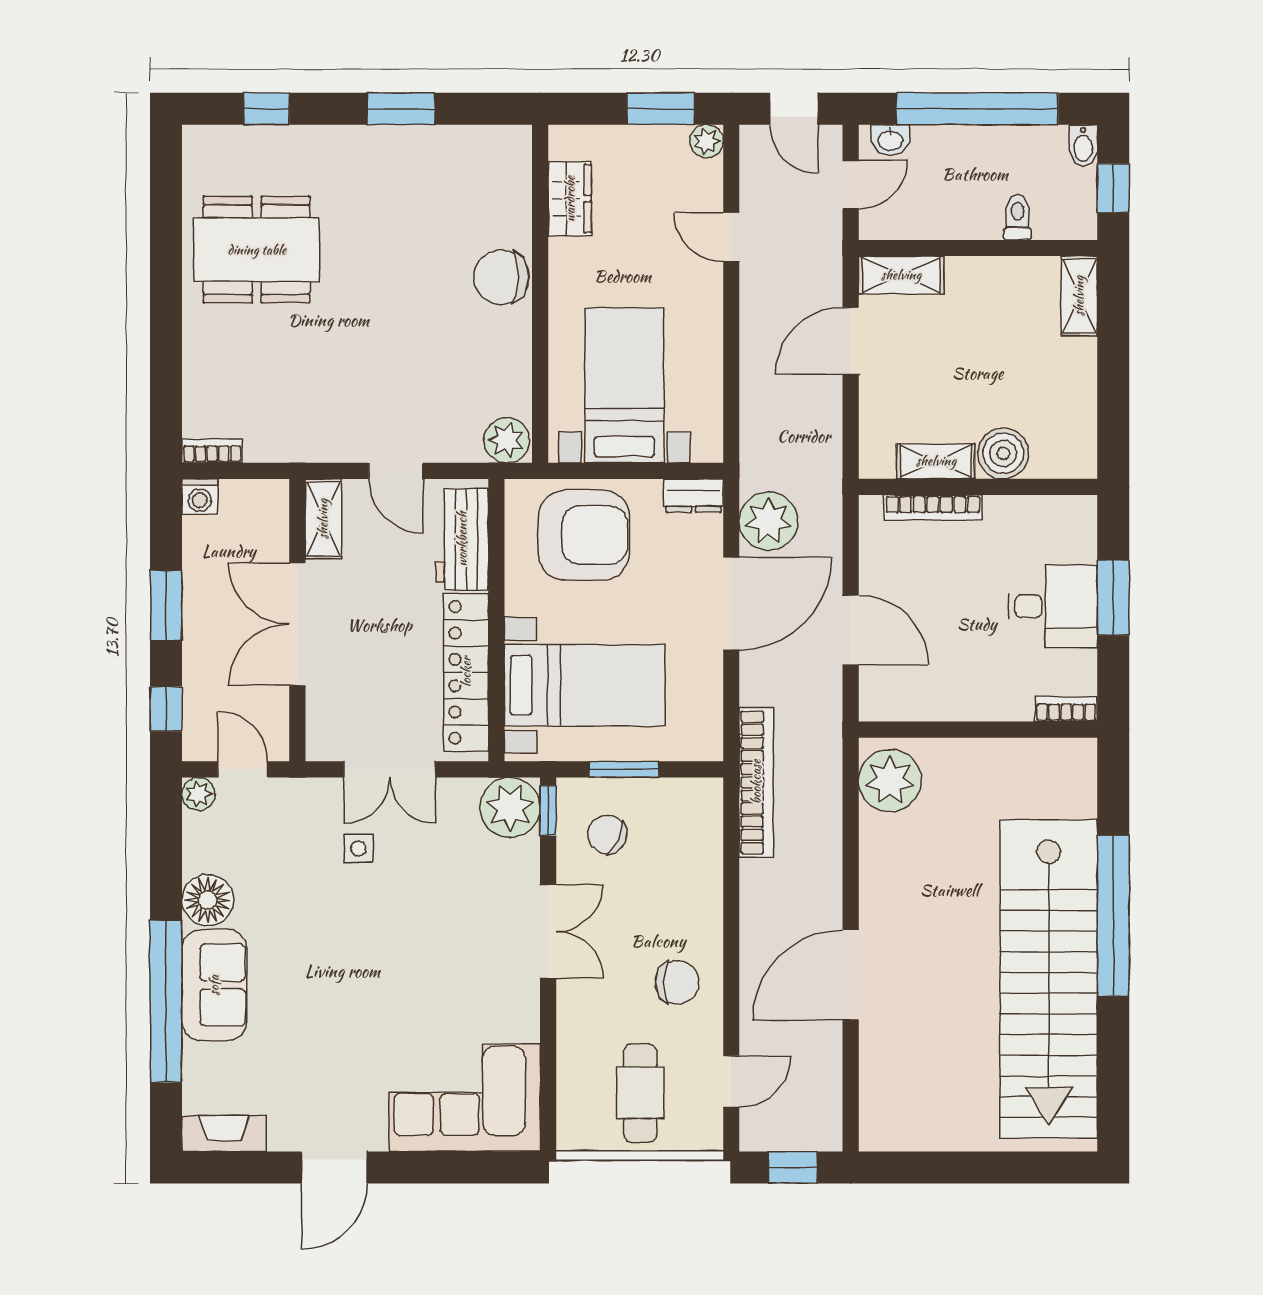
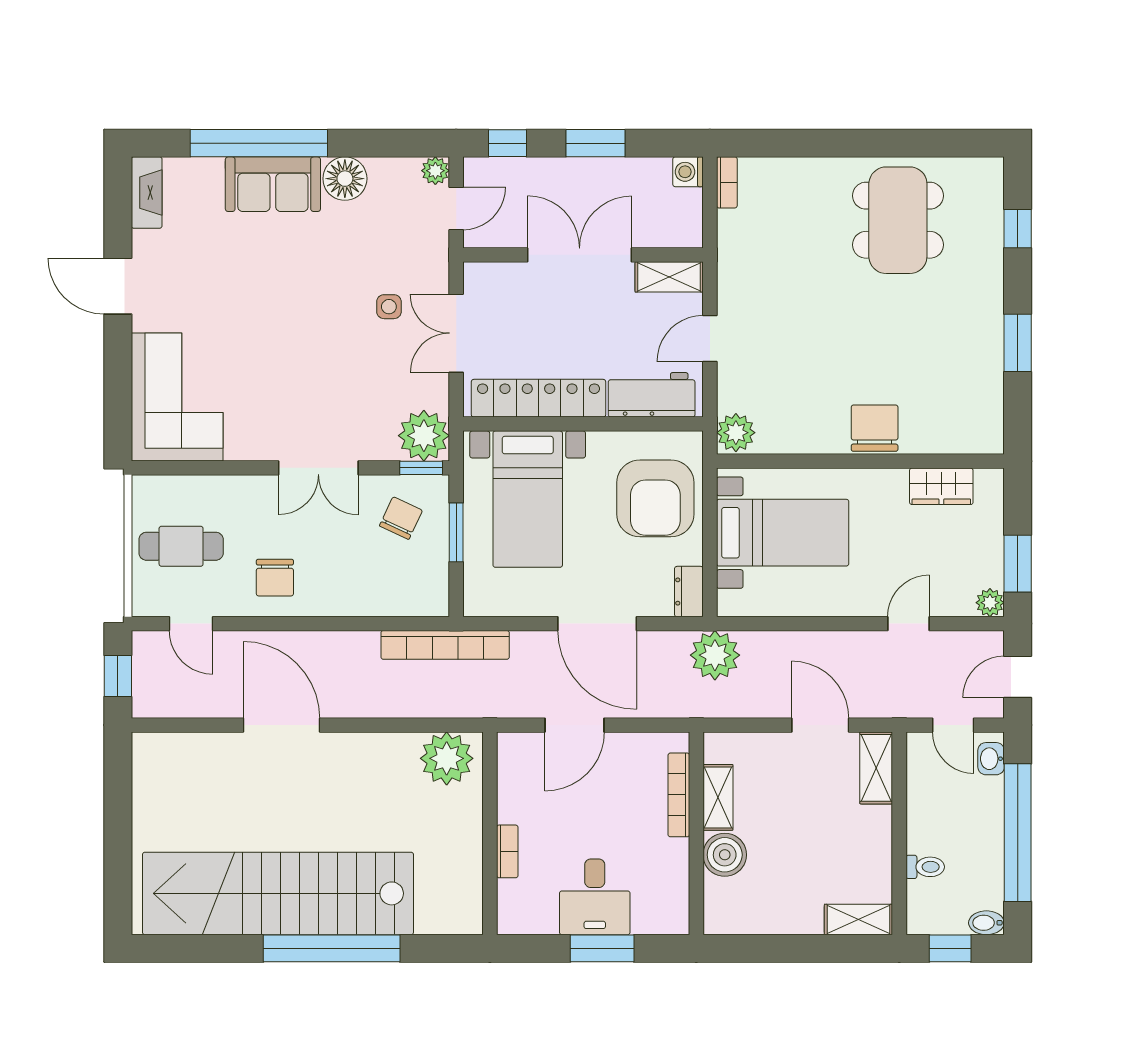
plant: (768, 521) -> (715, 655), moved
bookcase: (1066, 709) -> (507, 851), moved

